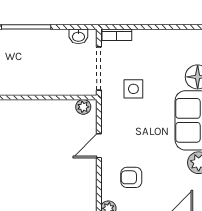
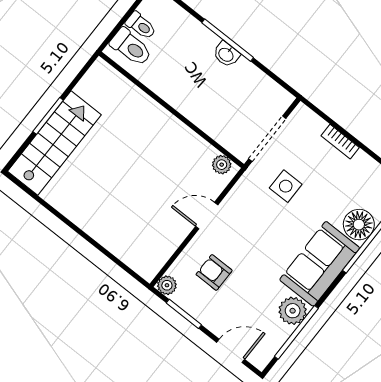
bookcase: (117, 35) -> (340, 142), moved
washbasin: (78, 36) -> (226, 54), moved

